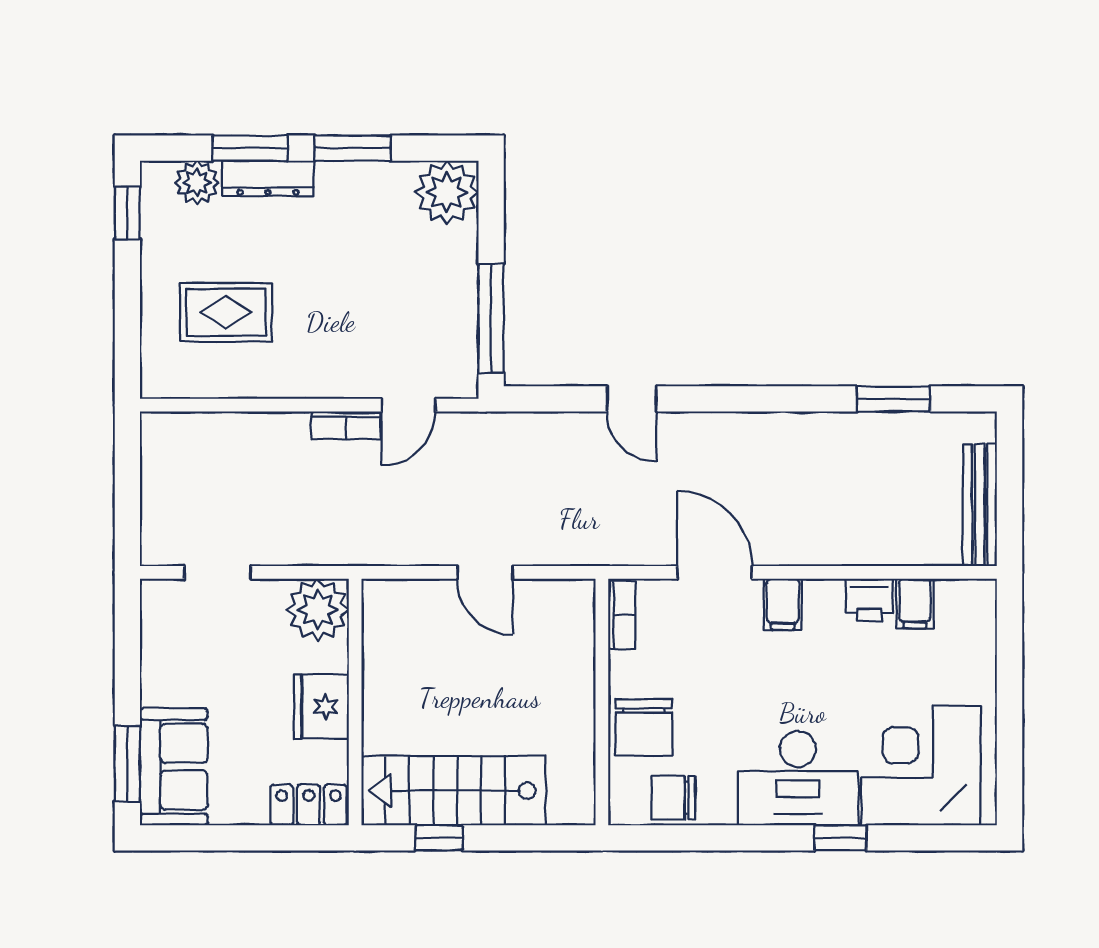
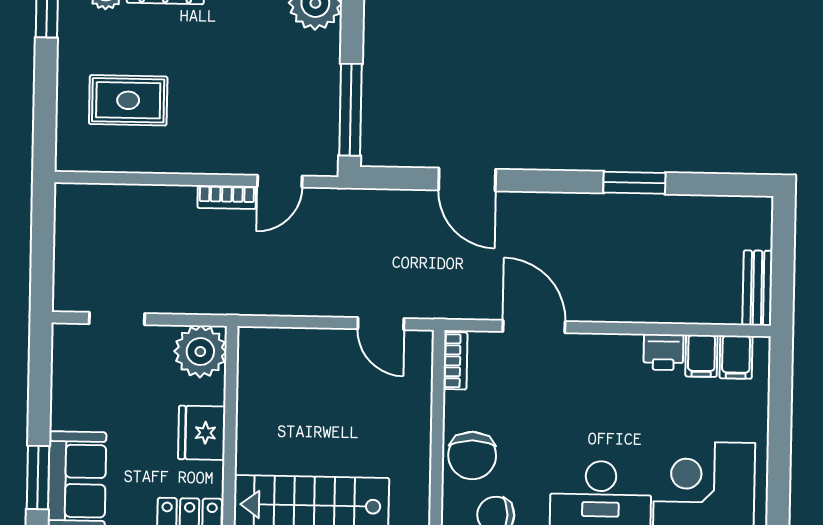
door: (632, 399) -> (467, 180), width x1.38
window: (893, 399) -> (634, 183), moved
bench: (980, 505) -> (757, 288), width x0.73
door: (485, 572) -> (381, 324), moved
filing cabinet: (783, 604) -> (736, 357), moved

